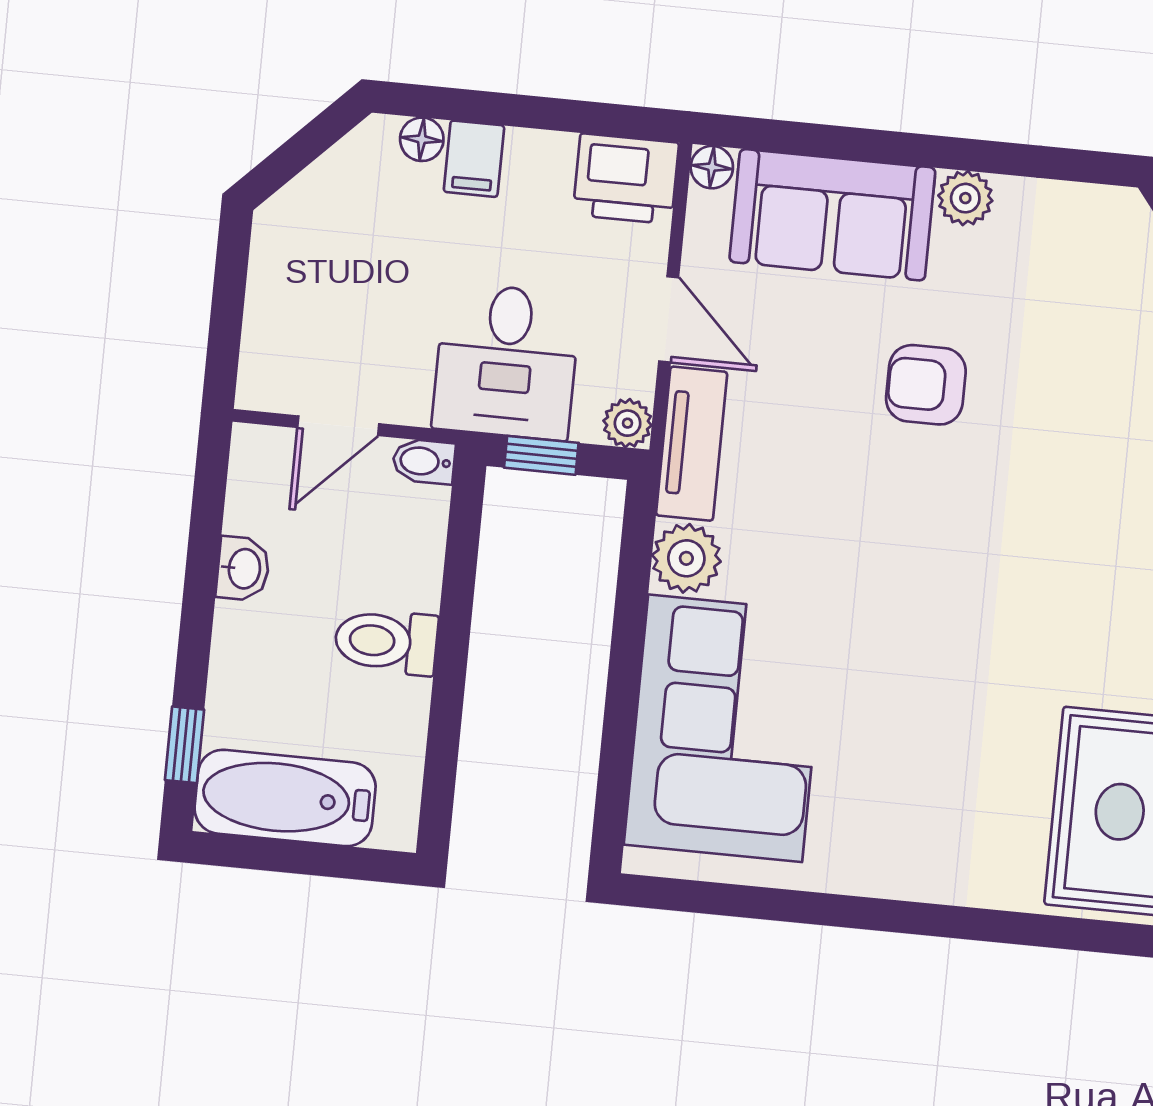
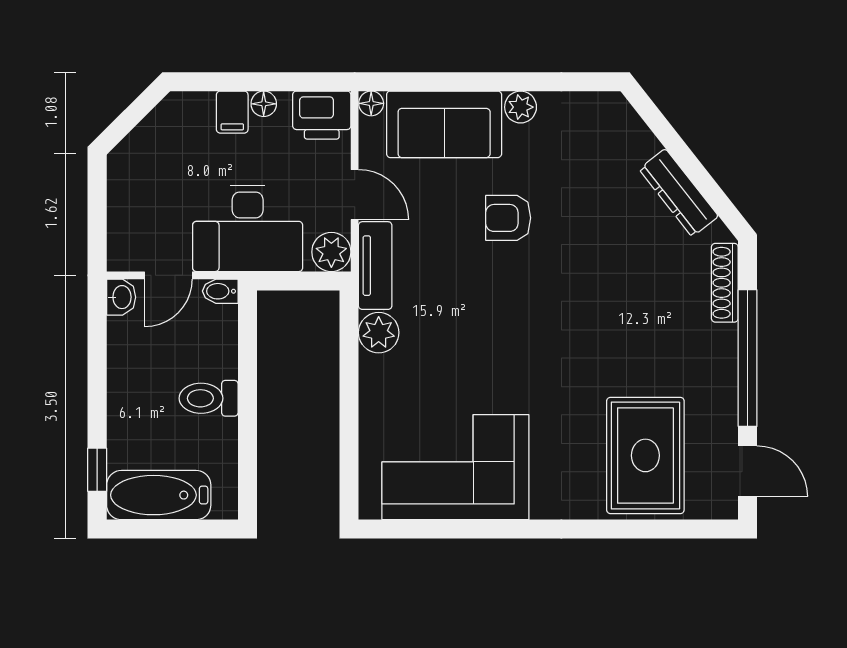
floor lamp: (422, 139) -> (264, 104), moved
desk: (506, 361) -> (248, 228), width x1.37
plant: (628, 423) -> (331, 252), width x1.38, depth x1.38
window: (541, 455) -> (288, 281), removed
washbasin: (243, 569) -> (121, 297), moved
corner sofa: (725, 728) -> (455, 467), moved, turned -90

